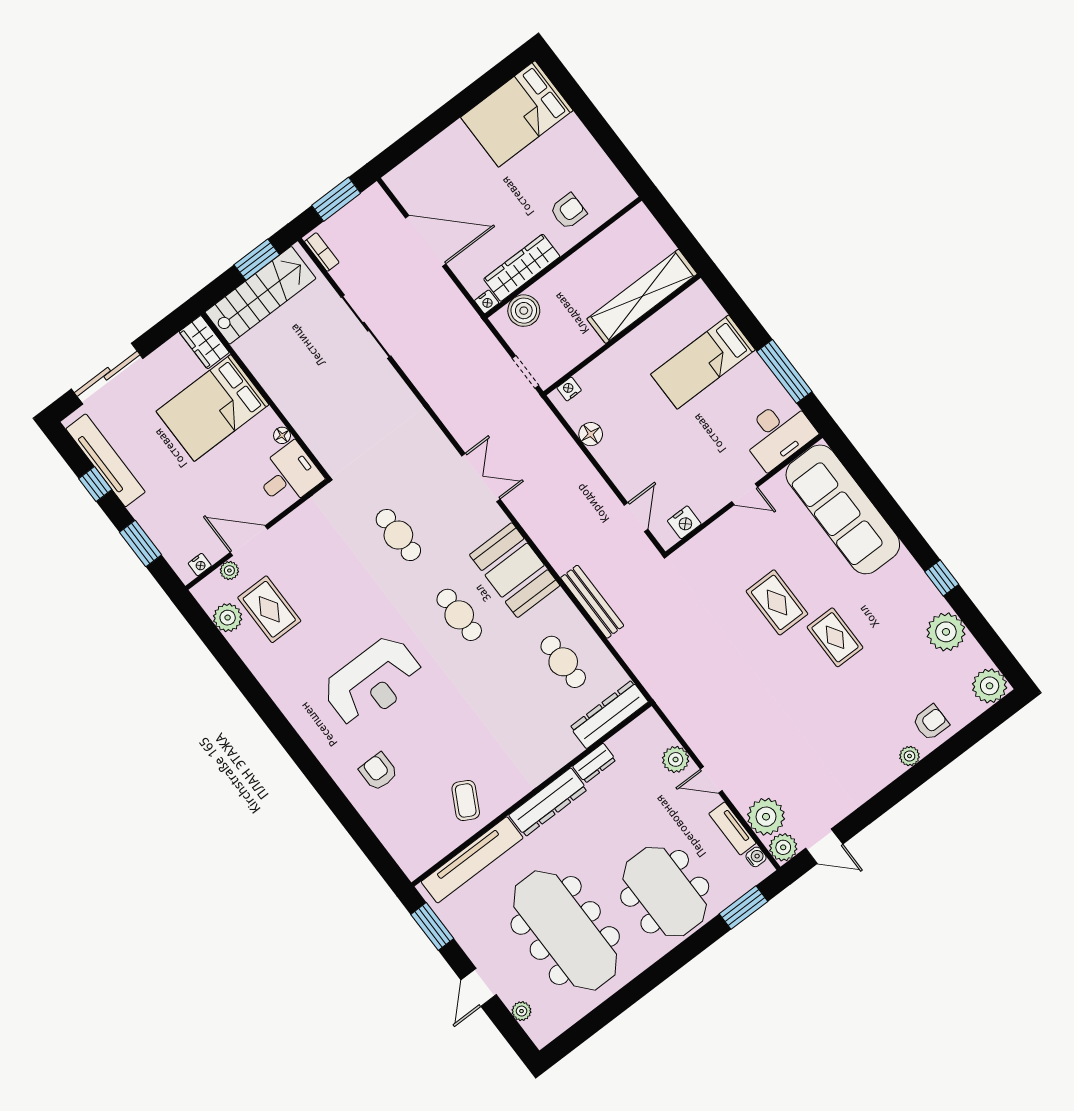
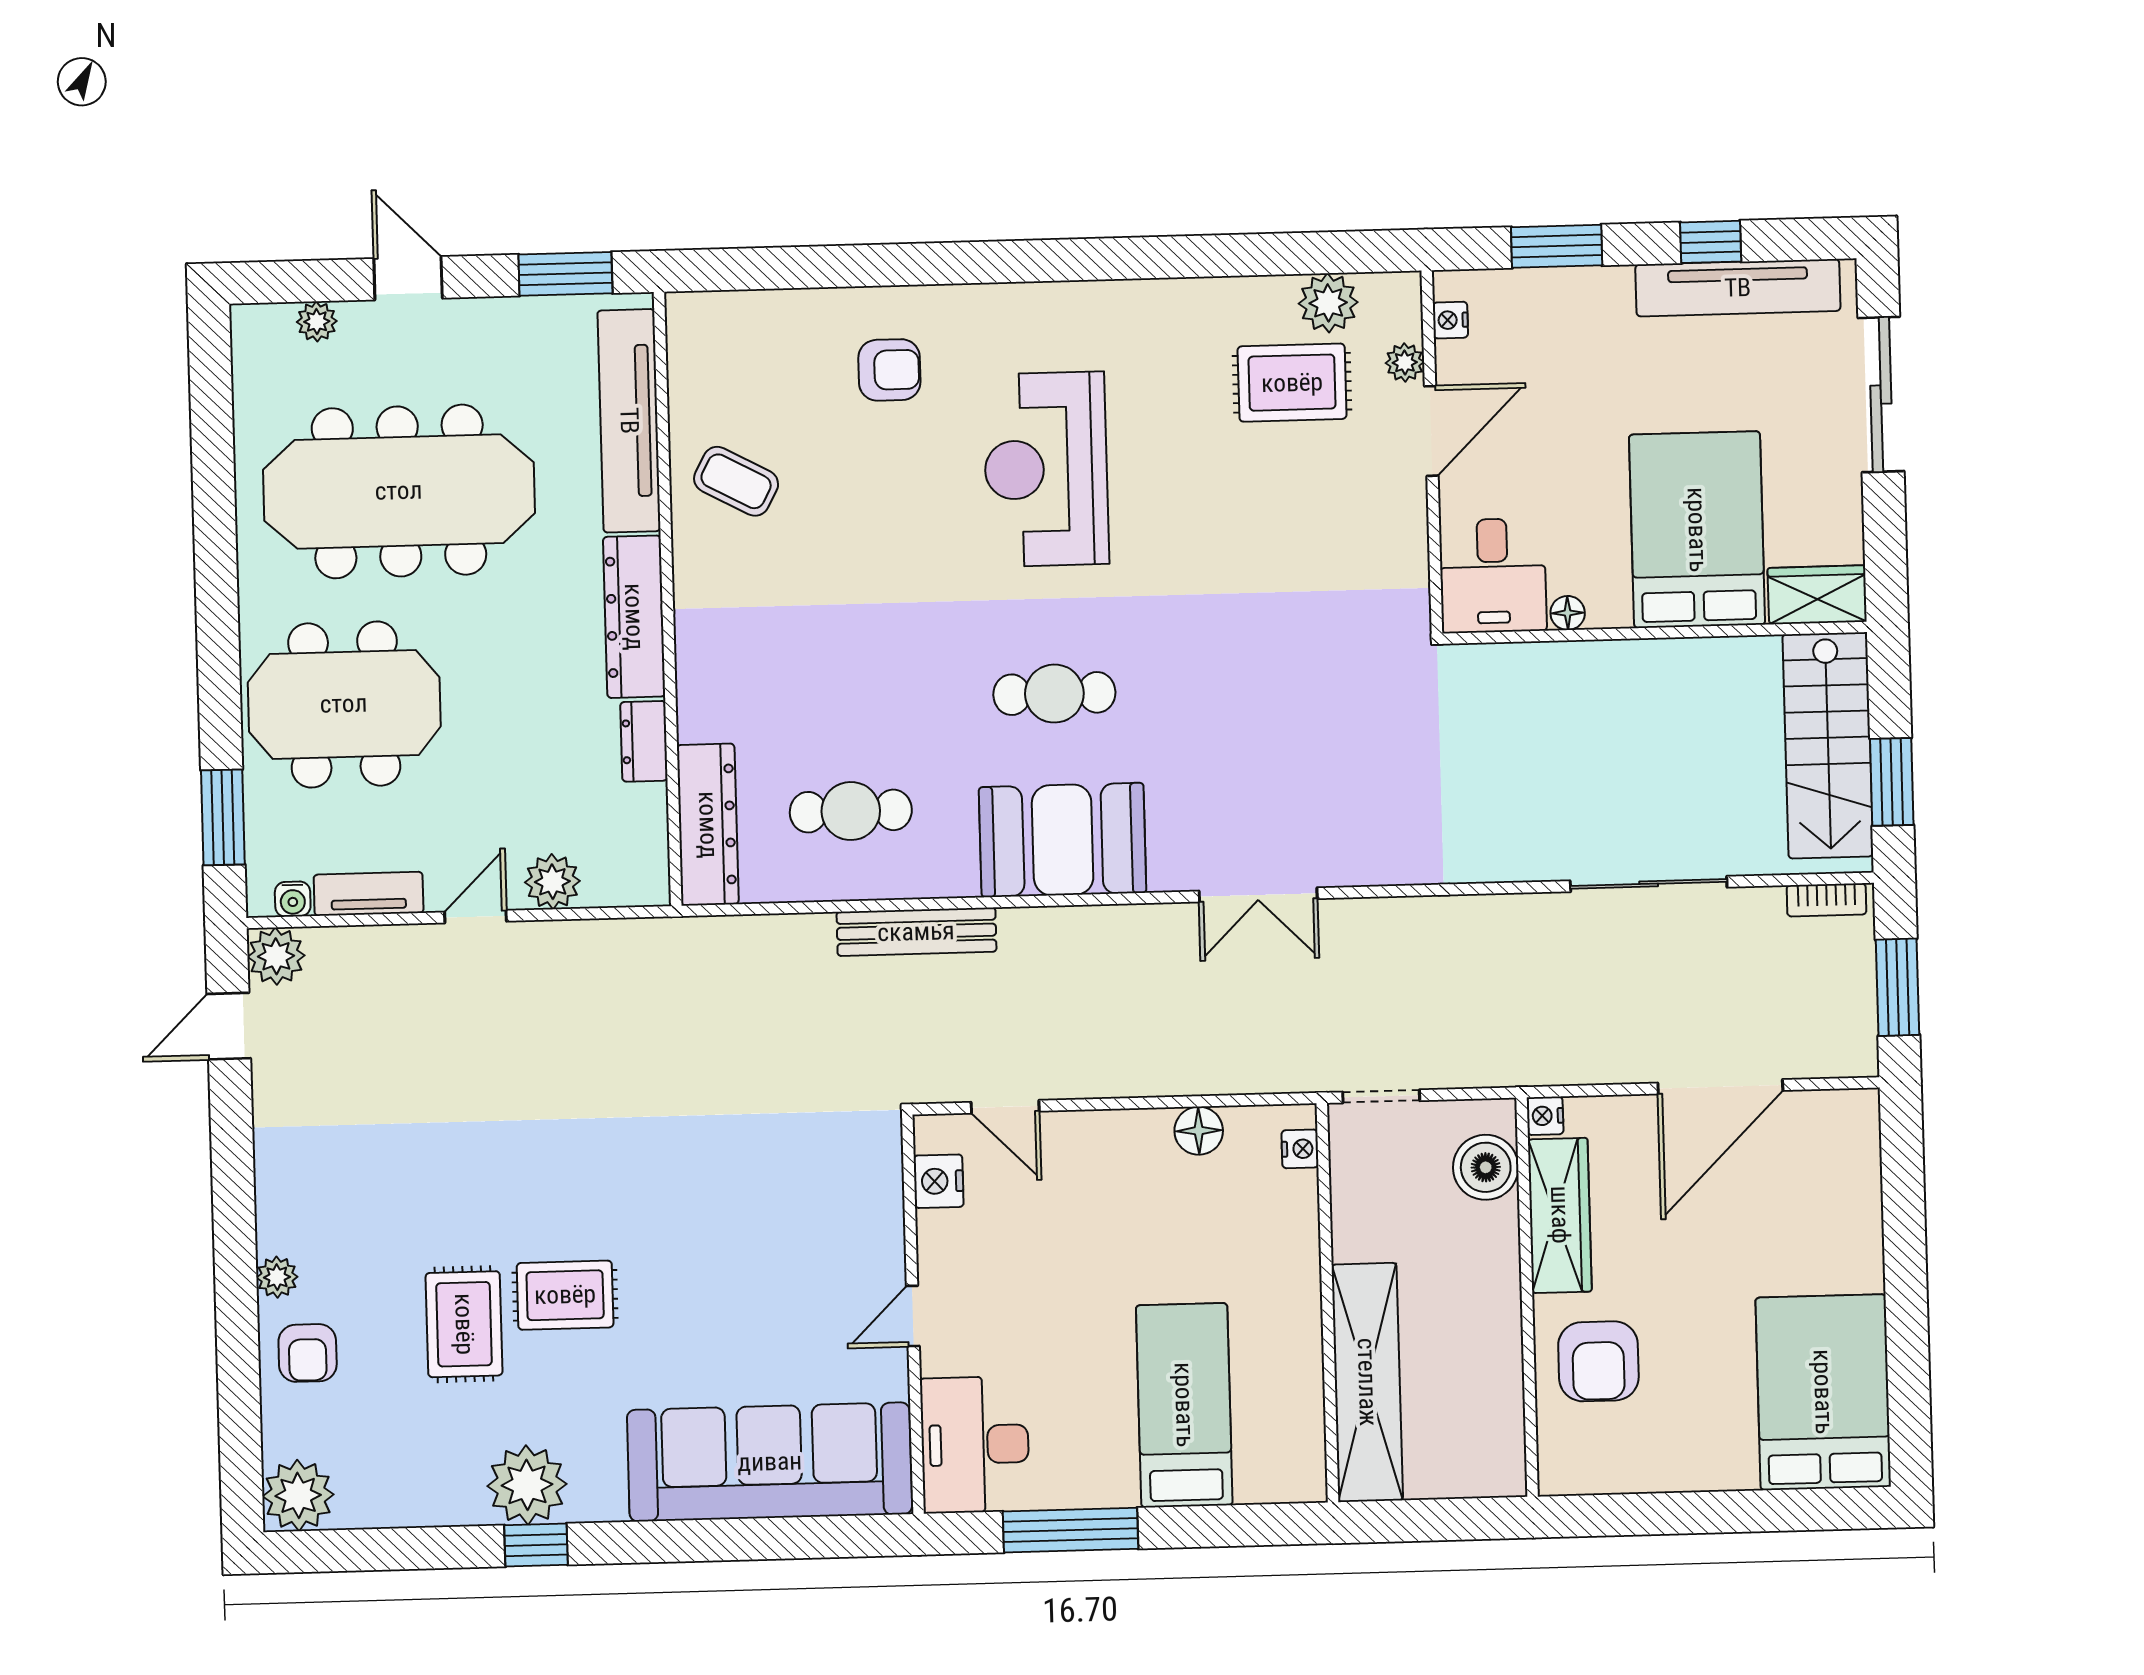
armchair: (568, 211) -> (1598, 1361), width x1.38, depth x1.38
cafe table: (398, 535) -> (1261, 688), removed
rug: (777, 602) -> (464, 1324), moved, turned 90
plant: (946, 632) -> (527, 1485), moved
plant: (766, 817) -> (348, 964), removed

